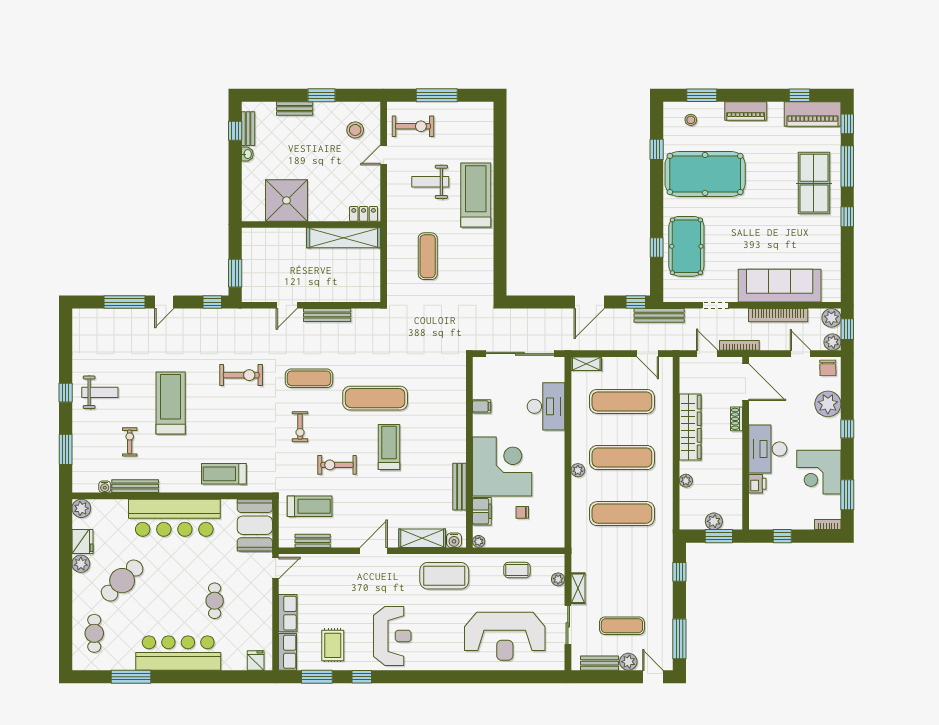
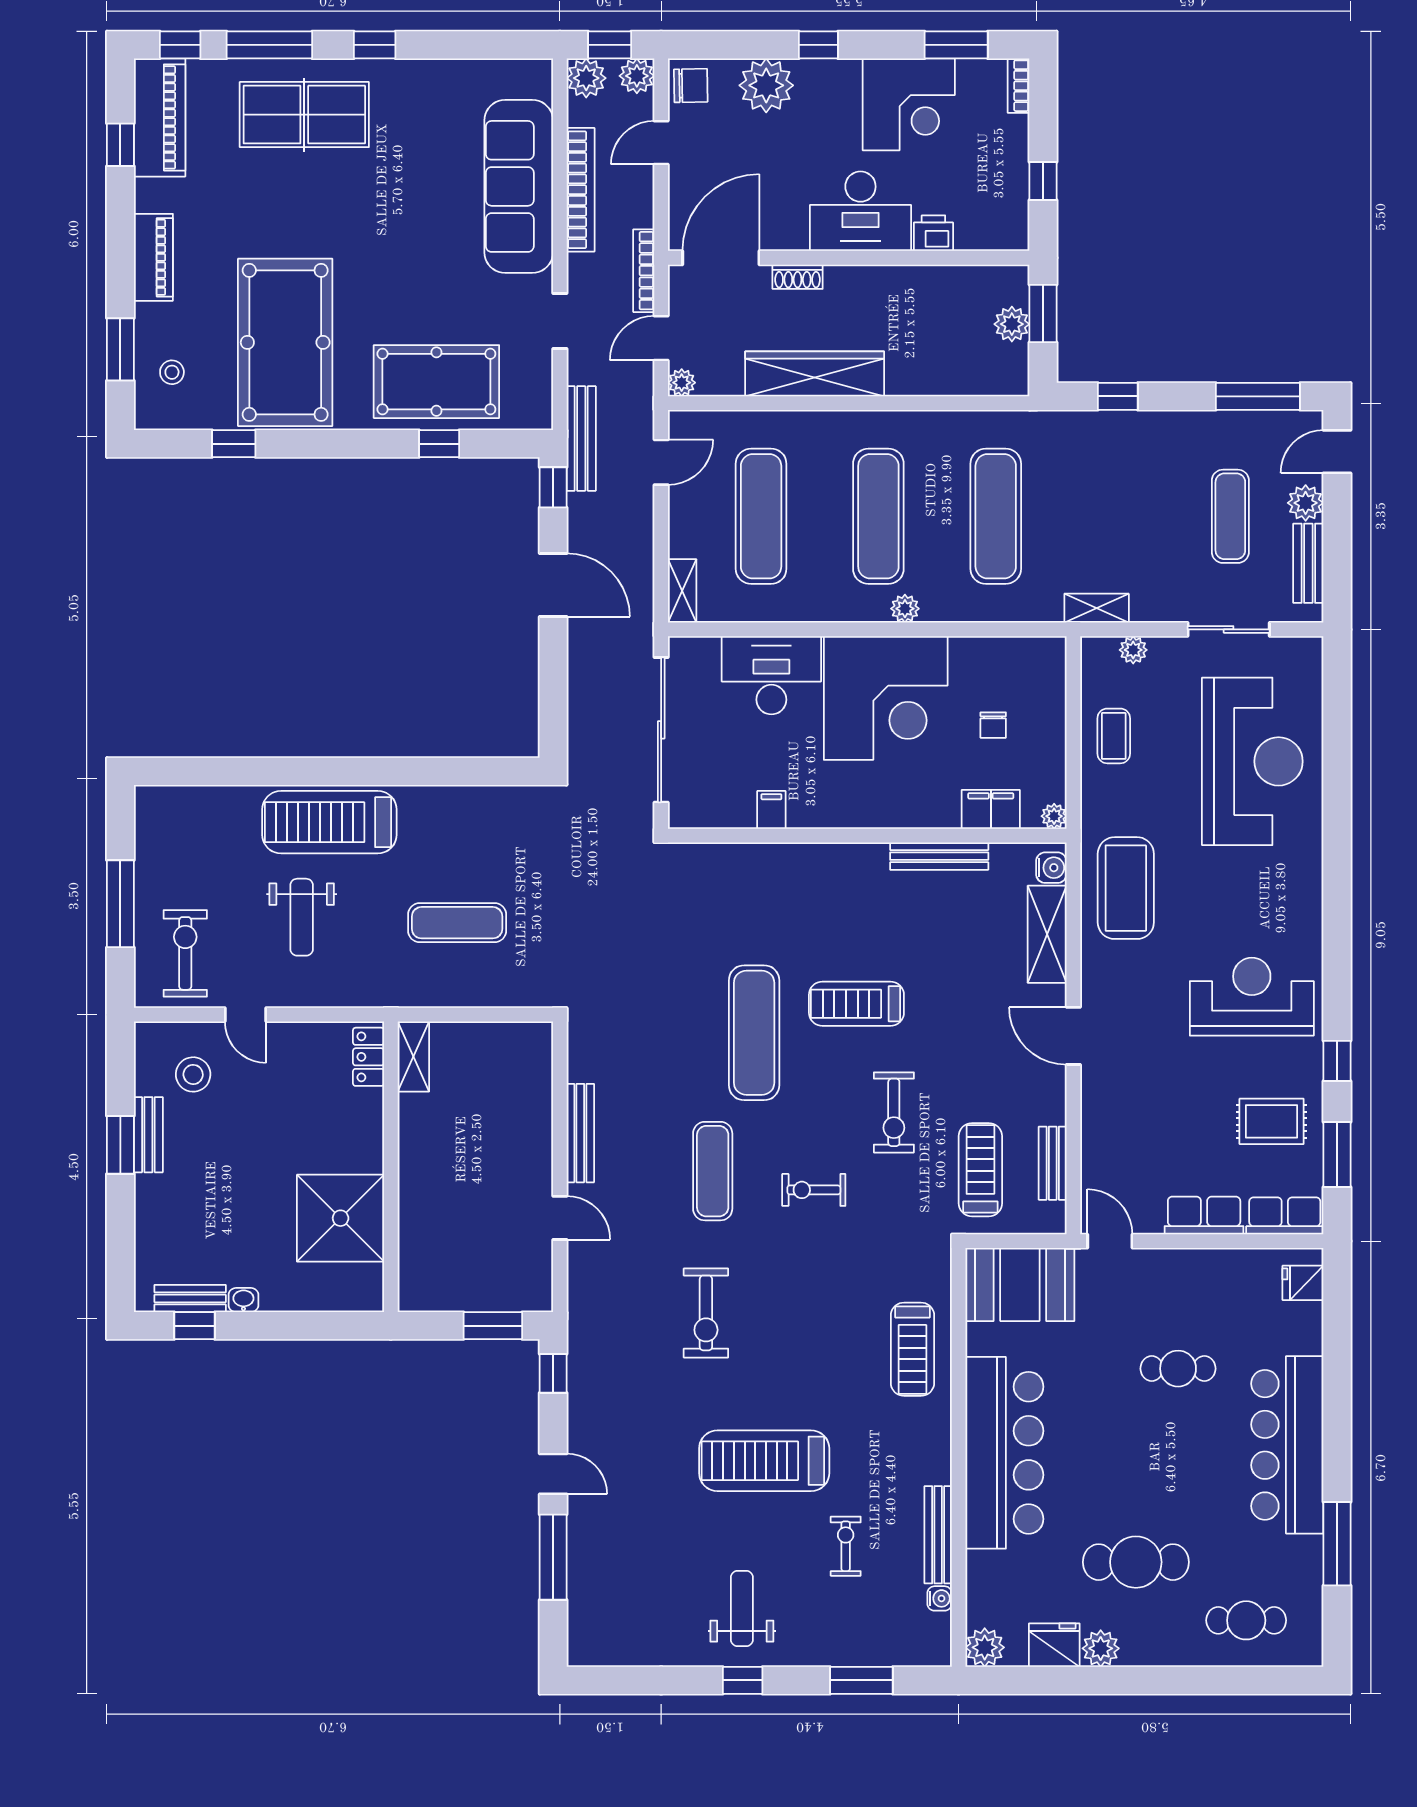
bench: (295, 109) -> (148, 1135), moved
shelving: (344, 238) -> (413, 1057), width x0.45, depth x0.75
exercise bike: (241, 375) -> (706, 1313), turned 180
exercise bike: (300, 427) -> (814, 1190), turned 180
exercise bike: (130, 442) -> (846, 1546), turned 90
corner desk: (502, 466) -> (886, 698), moved, turned 180
plant: (686, 481) -> (682, 383), moved
cafe table: (122, 581) -> (1136, 1562), turned -45
shelving: (578, 588) -> (1097, 608), moved

